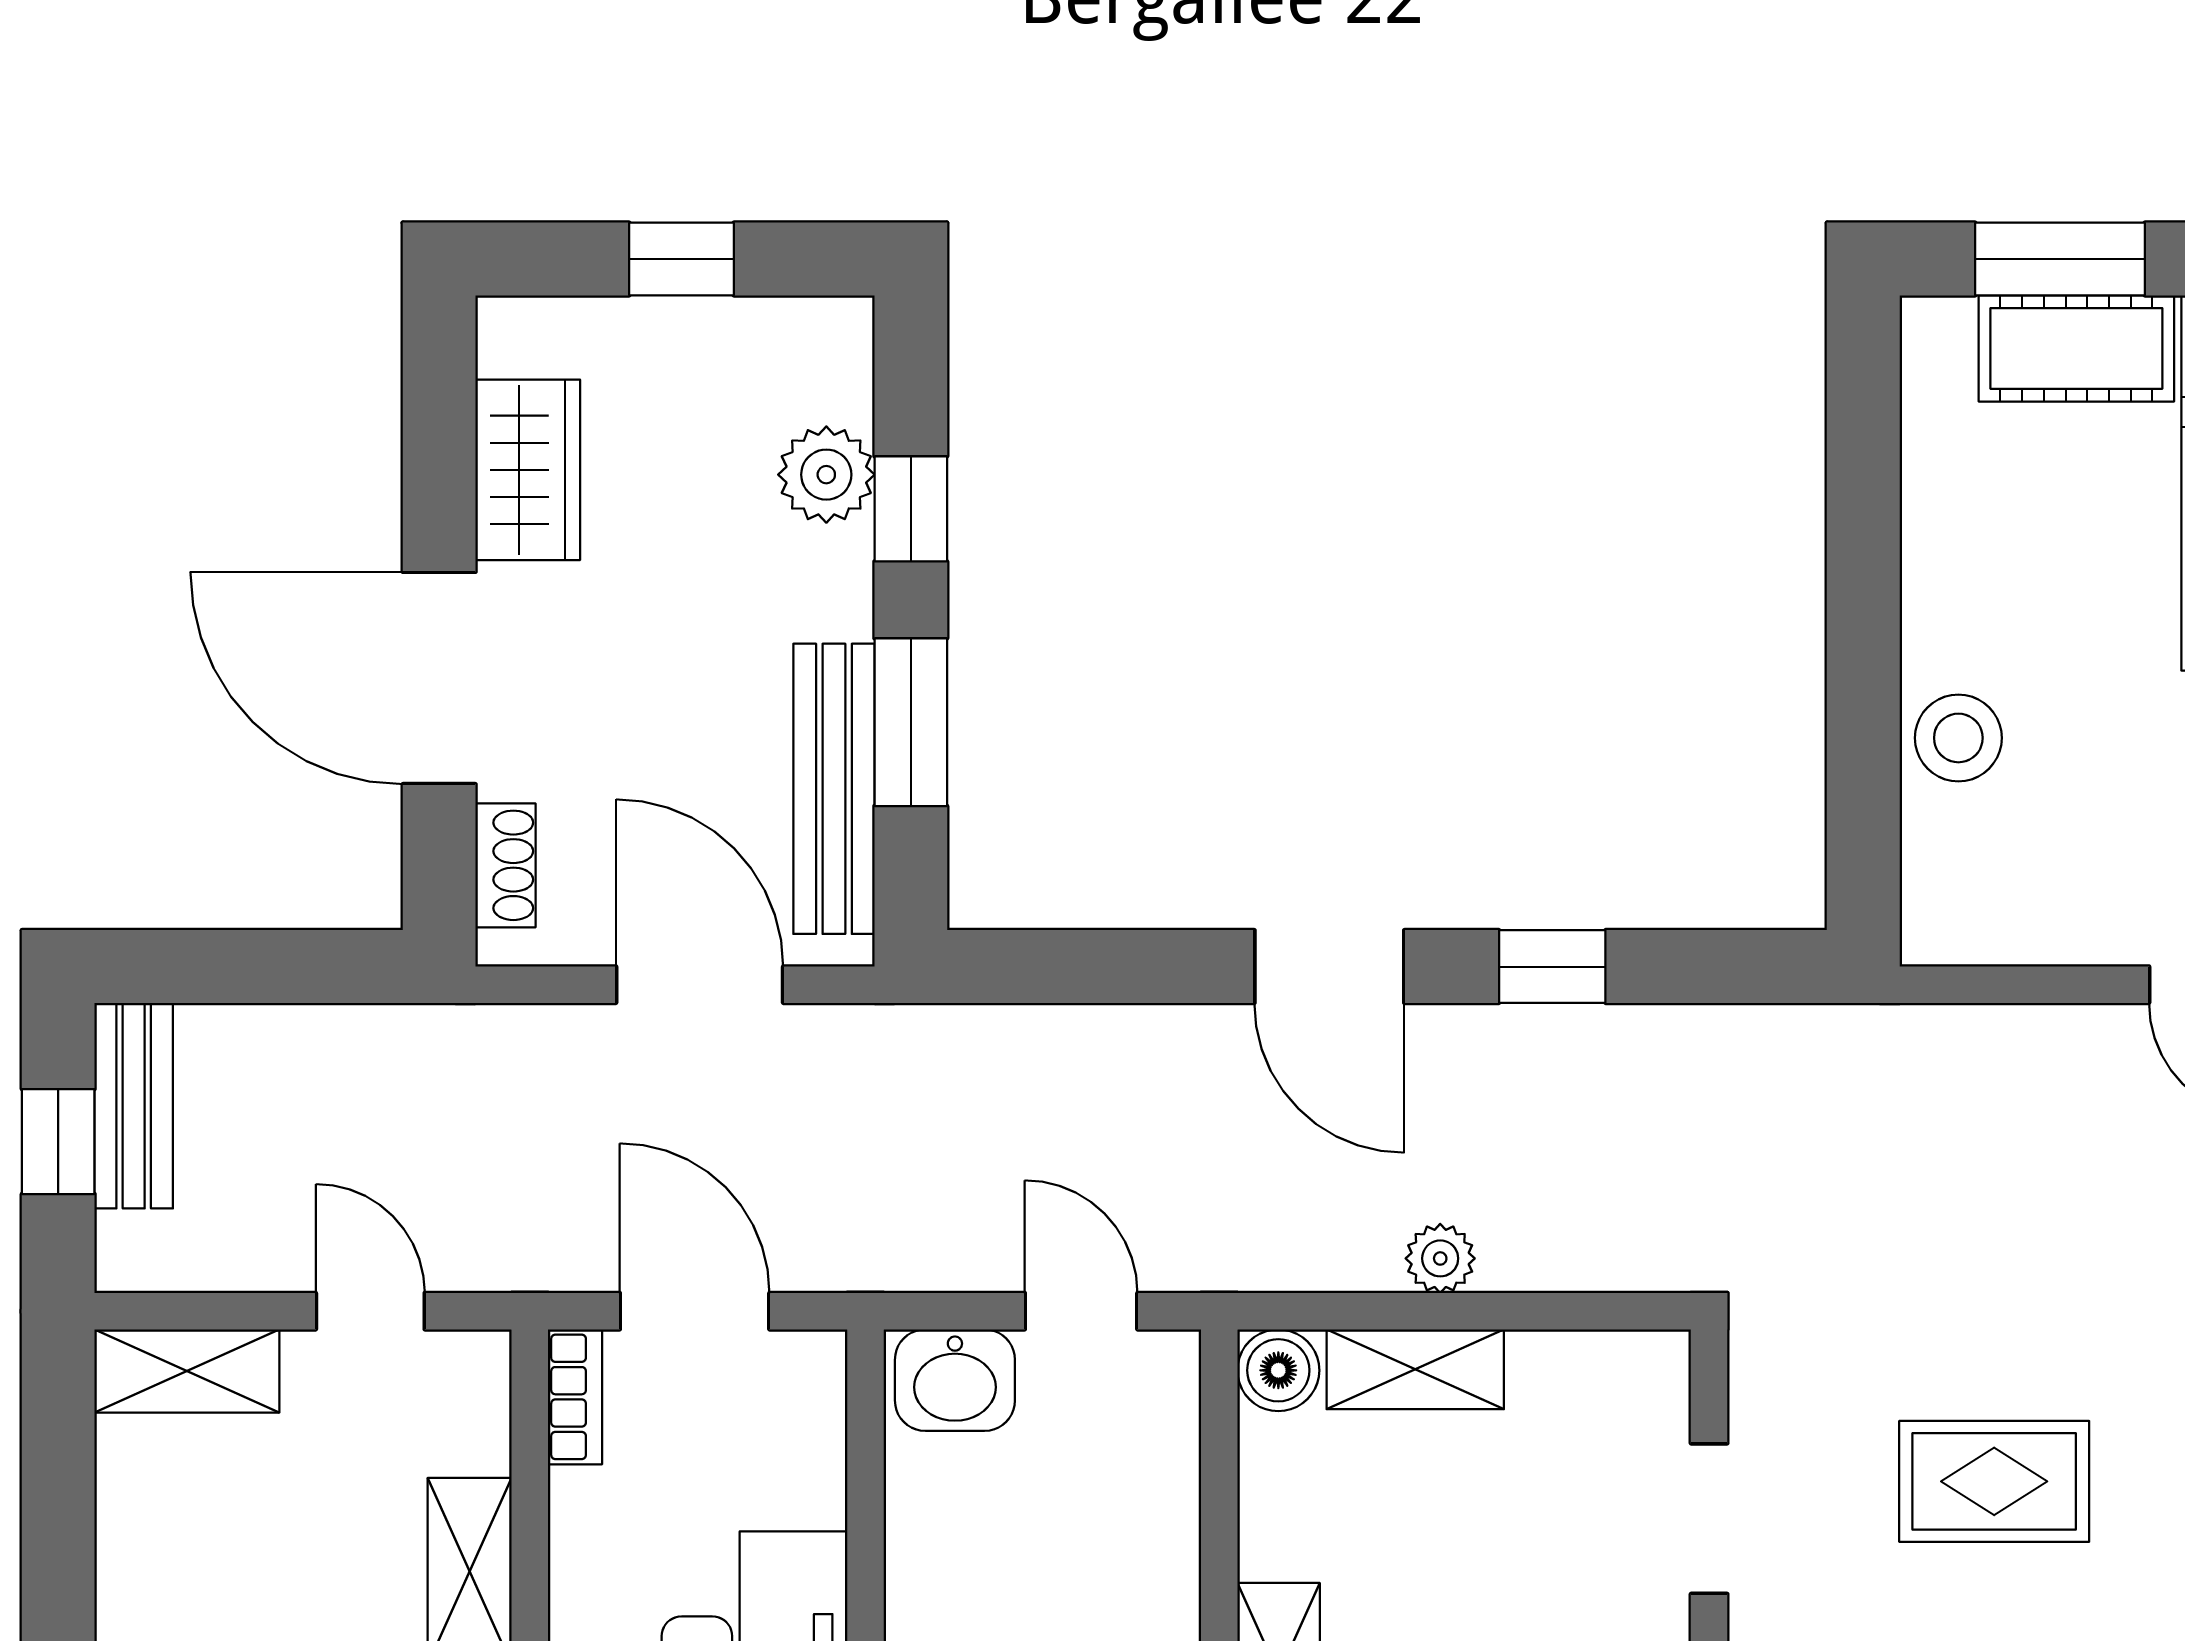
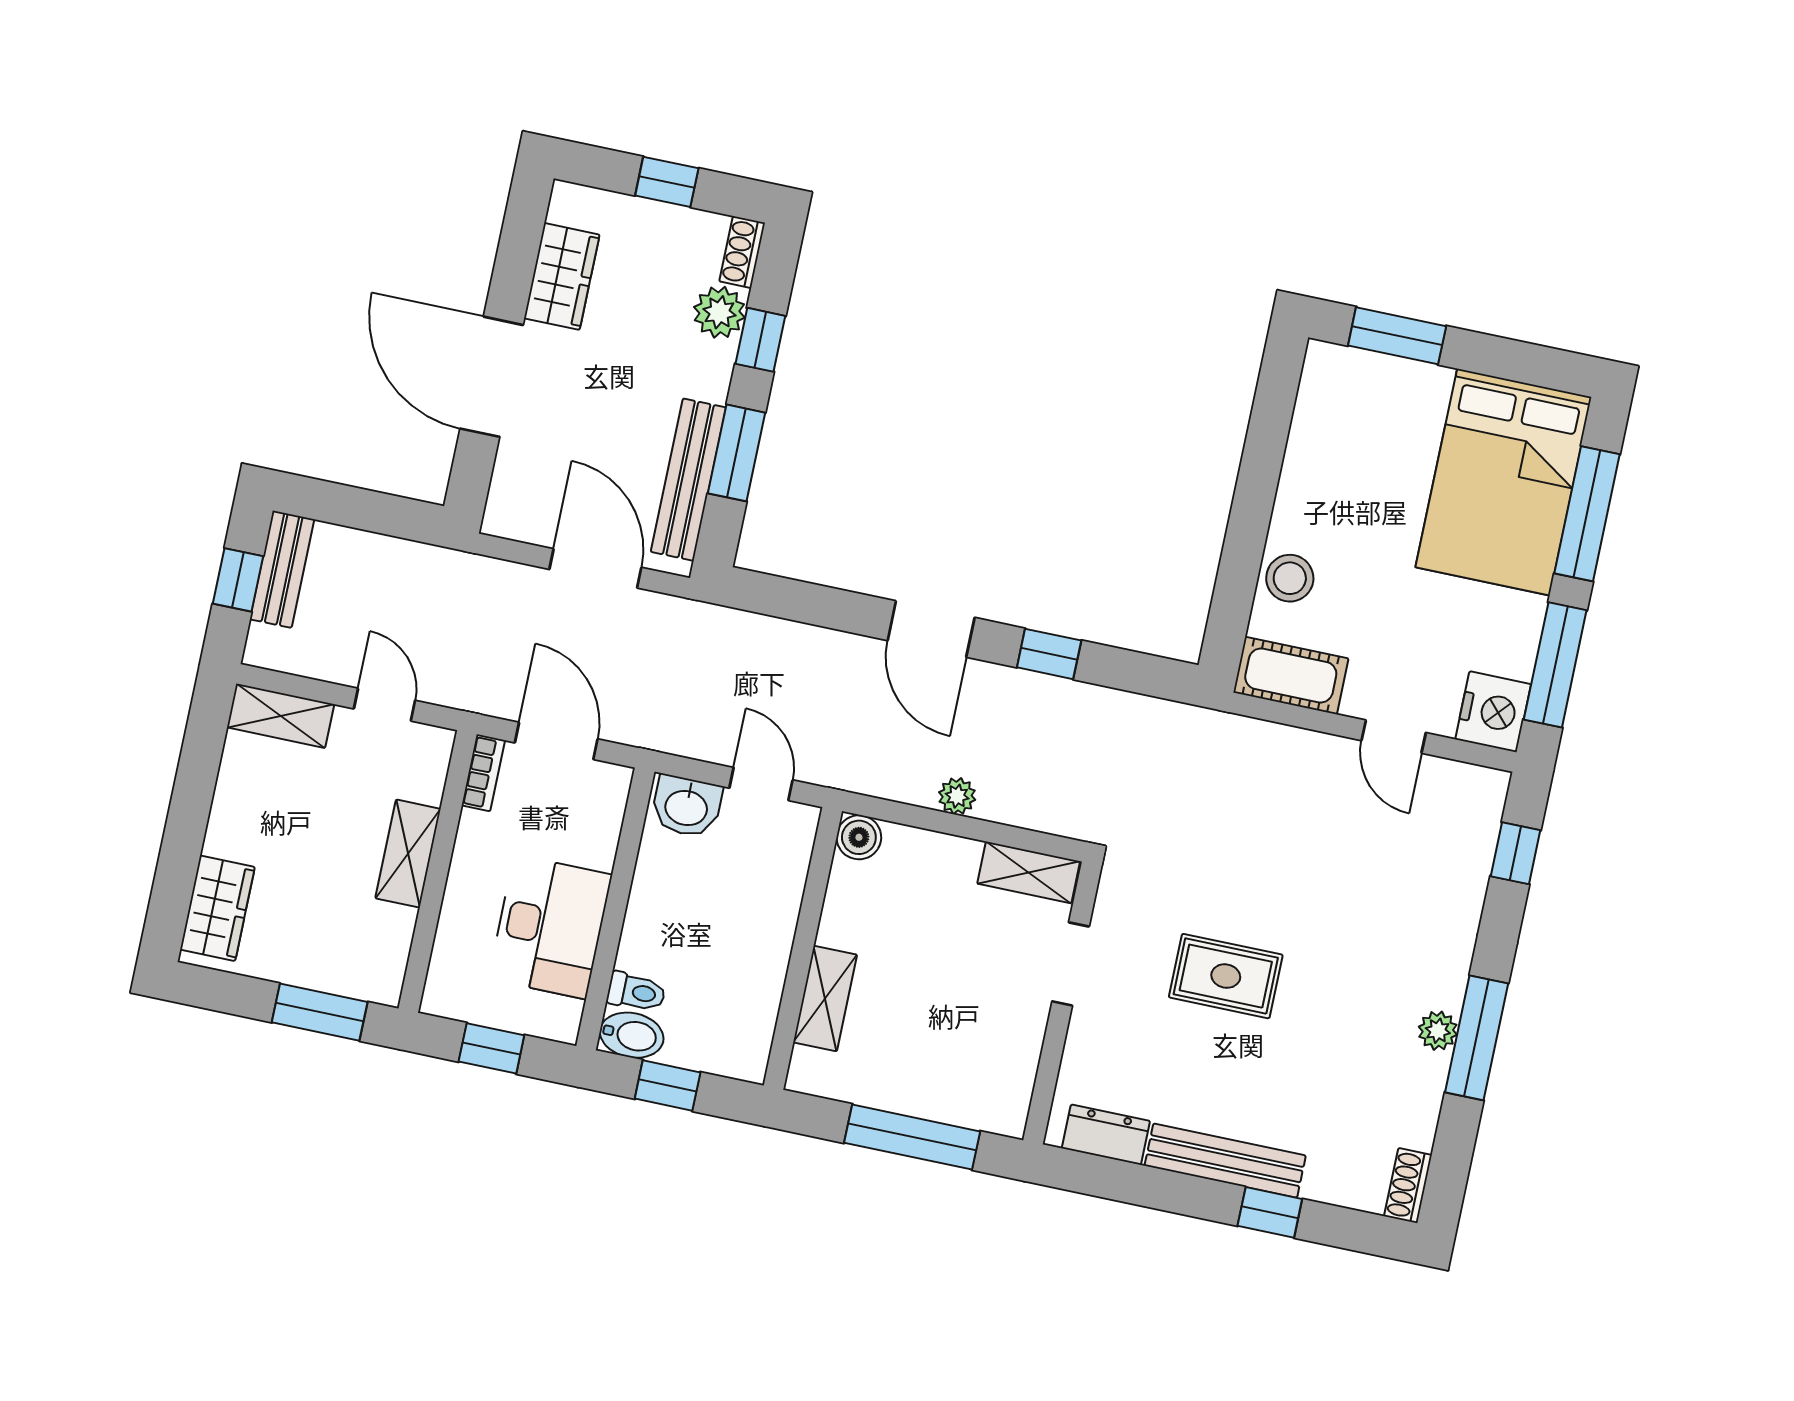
cot: (2076, 348) -> (1291, 675), moved
shoe rack: (506, 865) -> (742, 252), moved, turned 180
shelving: (1415, 1369) -> (1029, 872), moved

